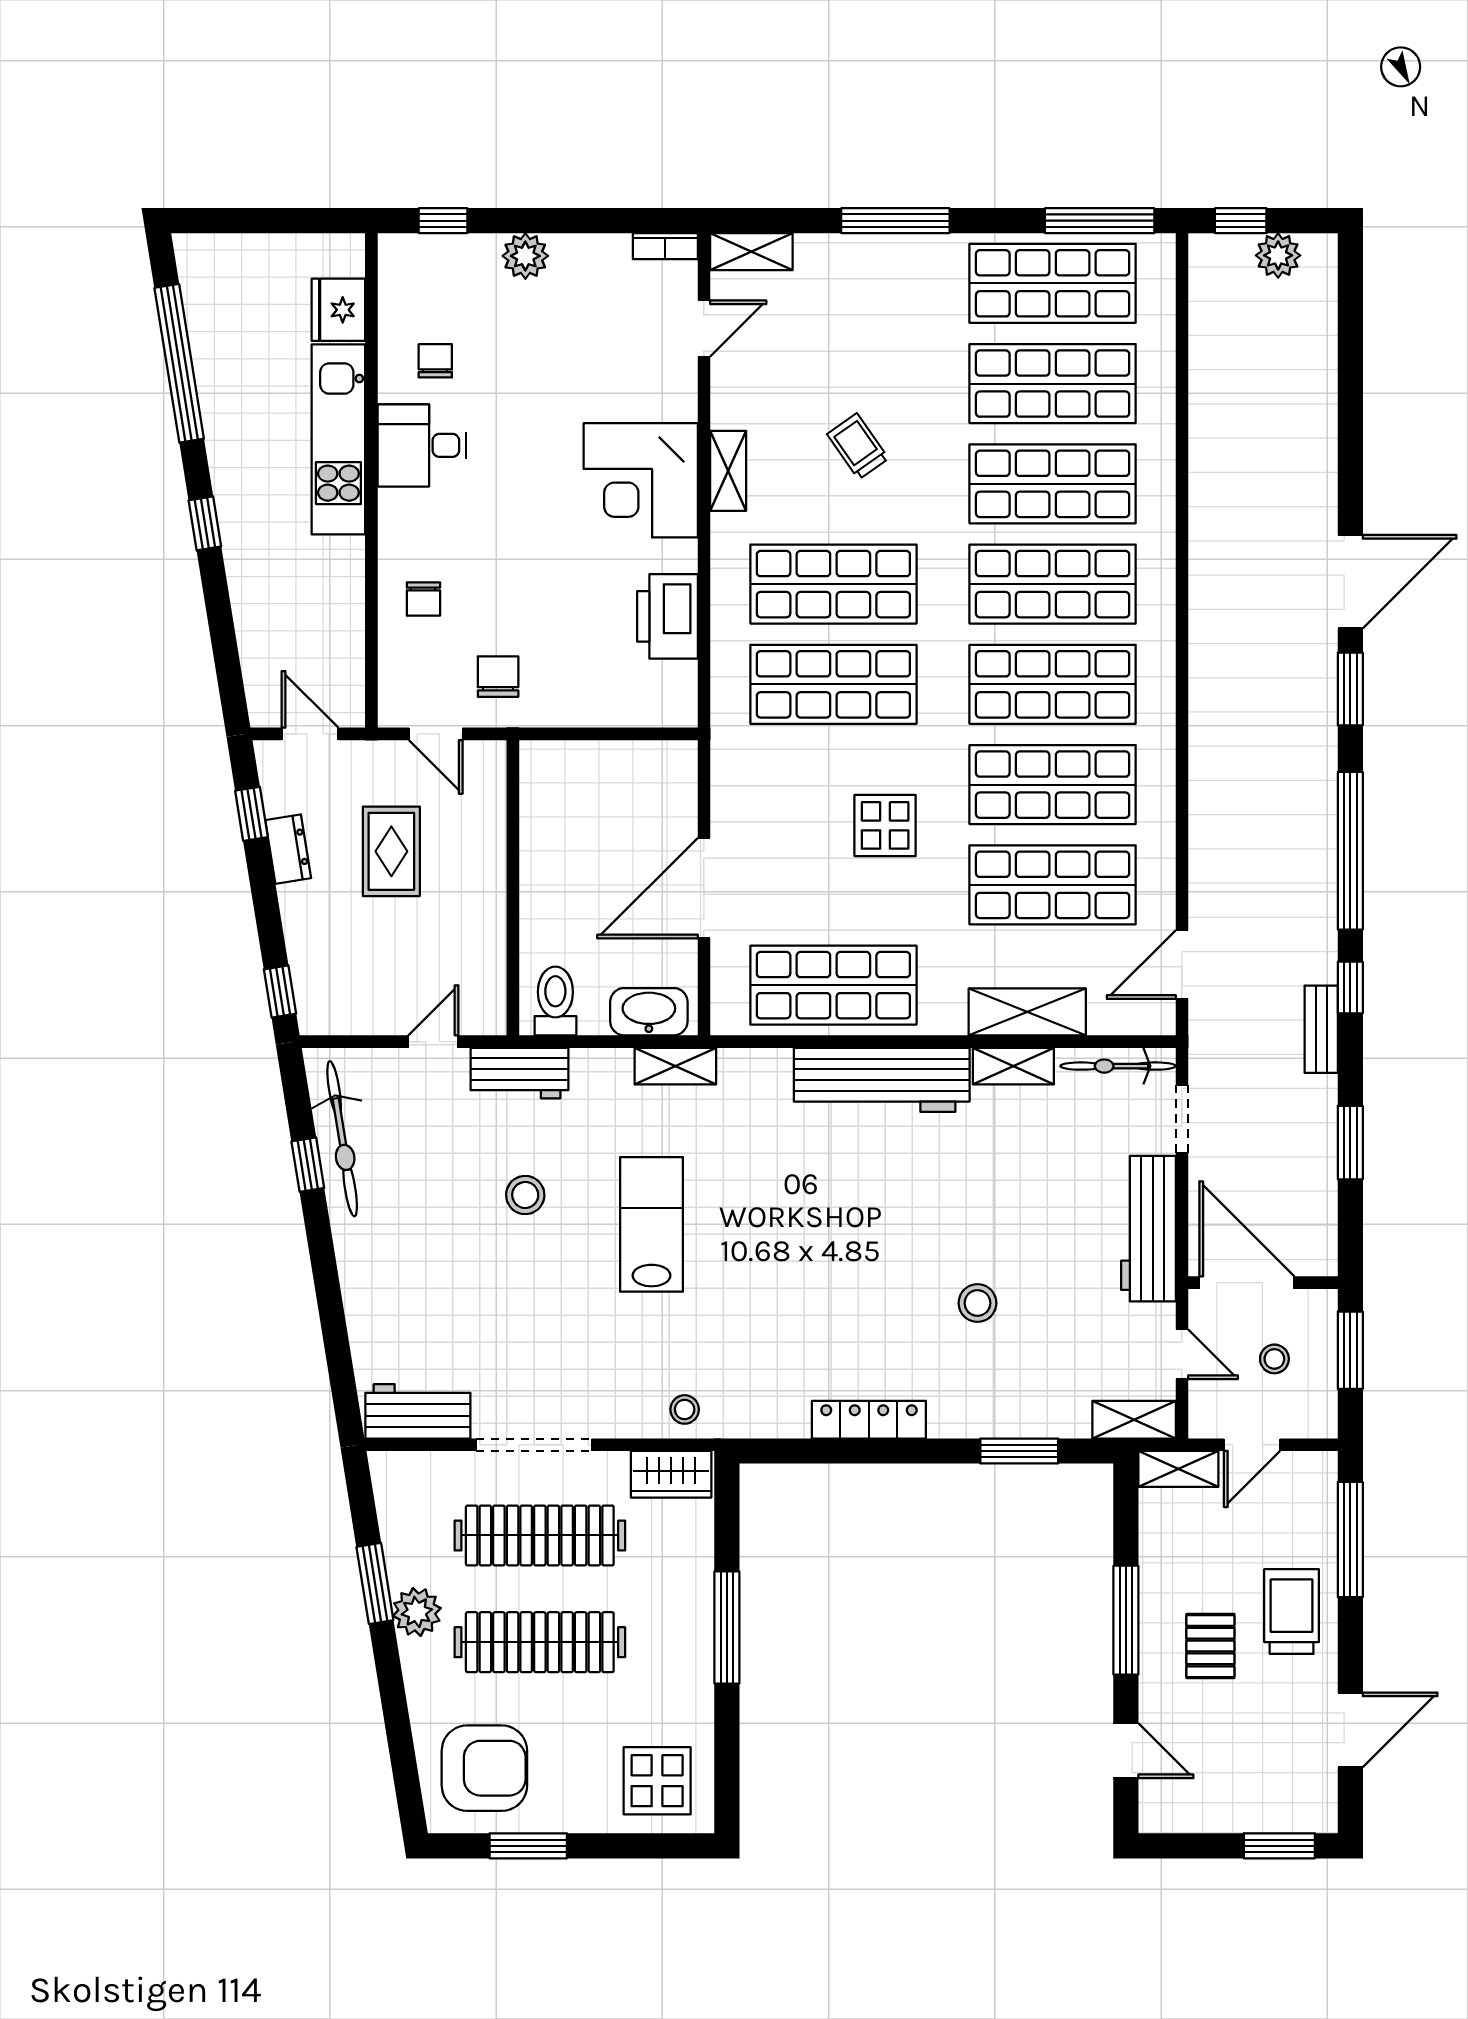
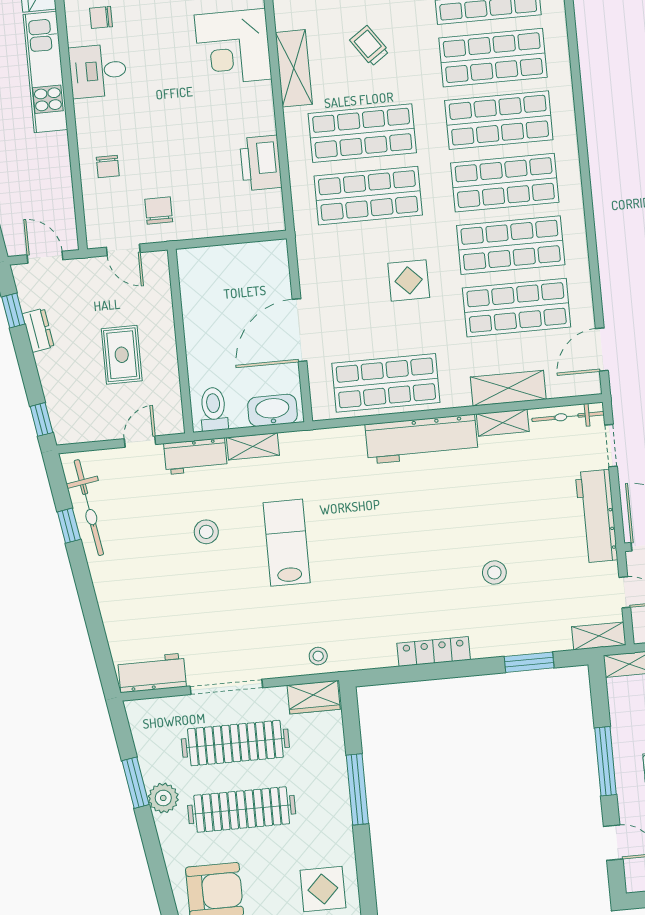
chair: (435, 361) -> (101, 17), turned -90
shelving: (728, 471) -> (294, 68), width x1.50, depth x1.33
corner desk: (641, 480) -> (233, 47), moved
rug: (391, 851) -> (122, 355), moved
shelving: (675, 1066) -> (253, 446), moved

